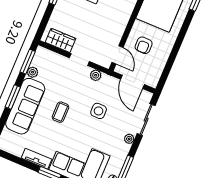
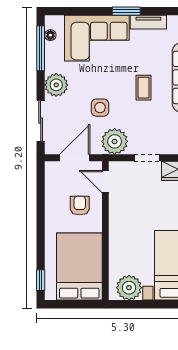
plant: (96, 75) -> (115, 141), width x1.87, depth x1.87
door: (132, 82) -> (75, 158), hinge flipped
plant: (129, 139) -> (56, 85), width x1.88, depth x1.88

